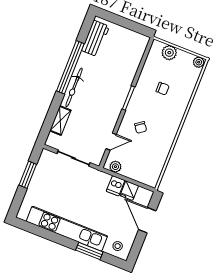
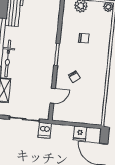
plant: (115, 167) -> (62, 116), removed
dishwasher: (116, 186) -> (45, 130), moved

